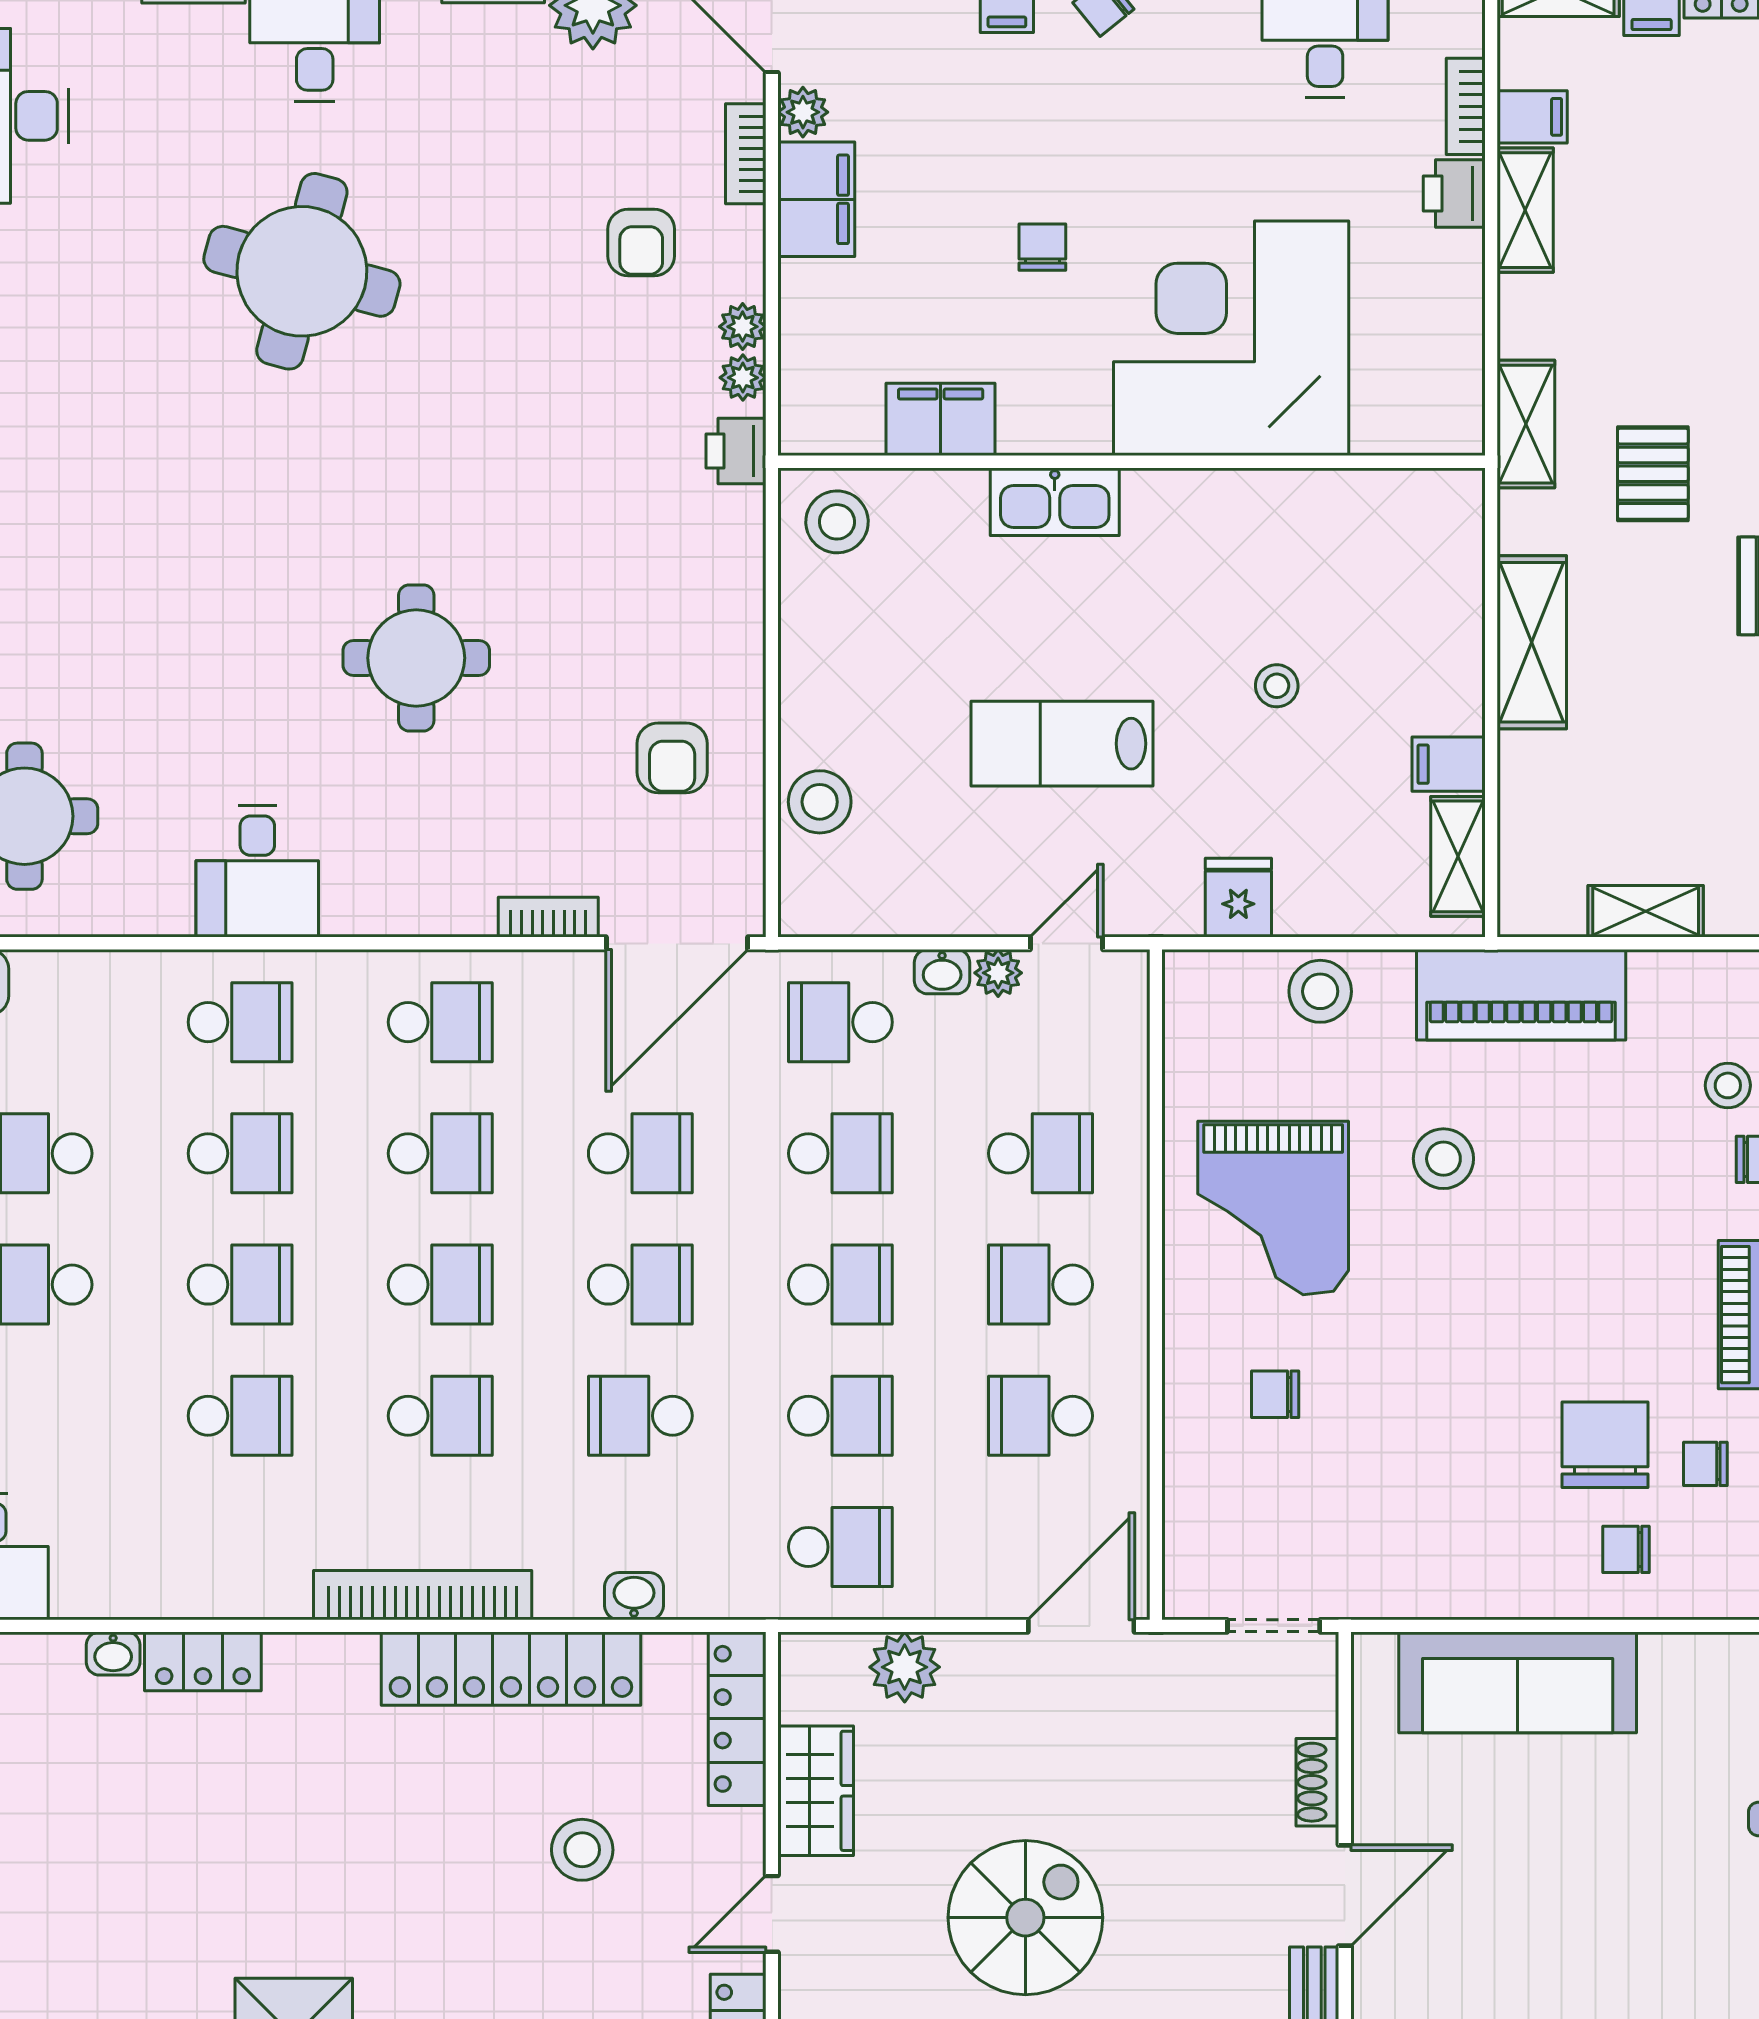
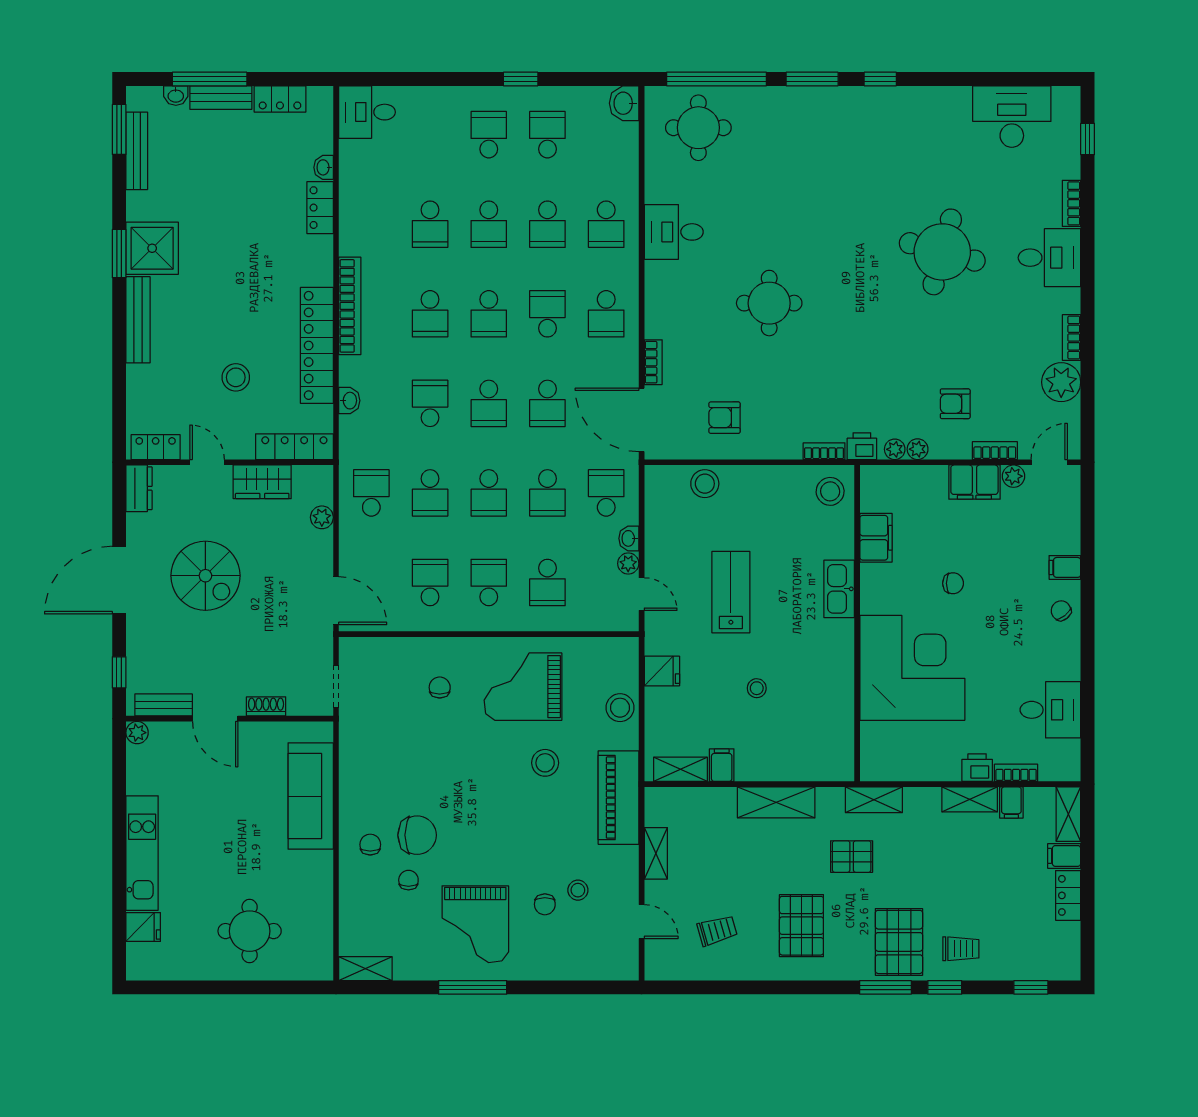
bookcase: (747, 535) -> (824, 451), added
school desk: (440, 1153) -> (547, 314), turned 180
school desk: (840, 1547) -> (371, 493), turned 180
plant: (905, 1667) -> (322, 517), width x0.73, depth x0.73

